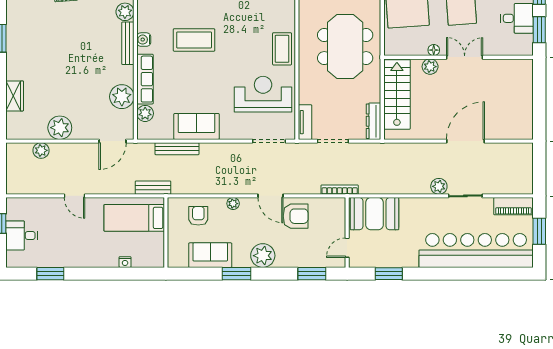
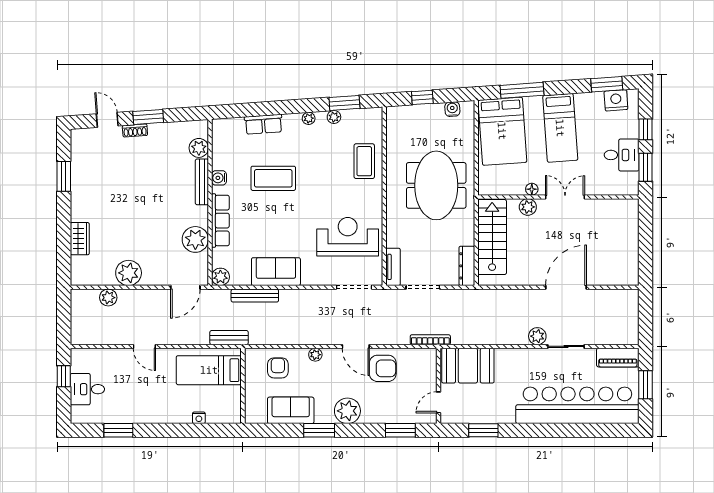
coffee table: (282, 49) -> (364, 161), moved
plant: (145, 113) -> (220, 277), moved

